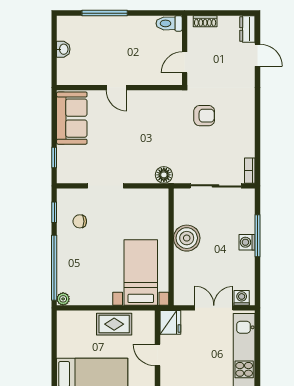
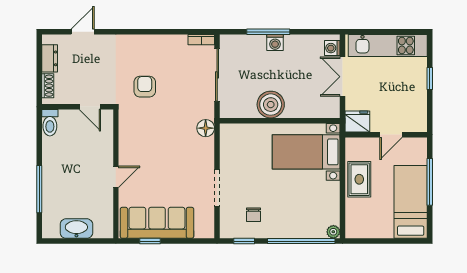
dresser: (247, 29) -> (50, 58), moved, turned -90
washbasin: (63, 49) -> (76, 229), width x1.91, depth x1.45
sofa: (72, 118) -> (157, 223), width x1.36
window: (54, 157) -> (150, 241), moved

